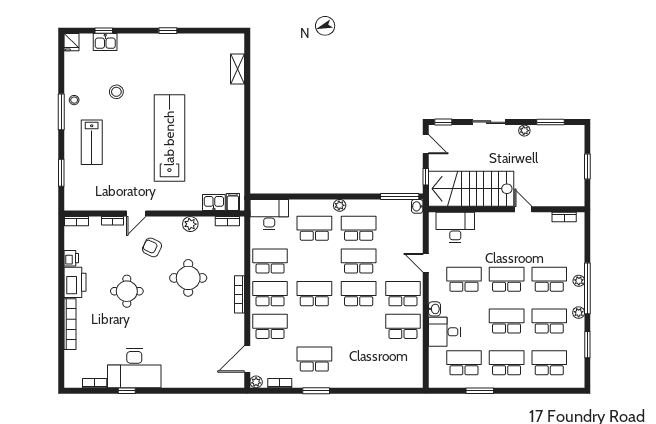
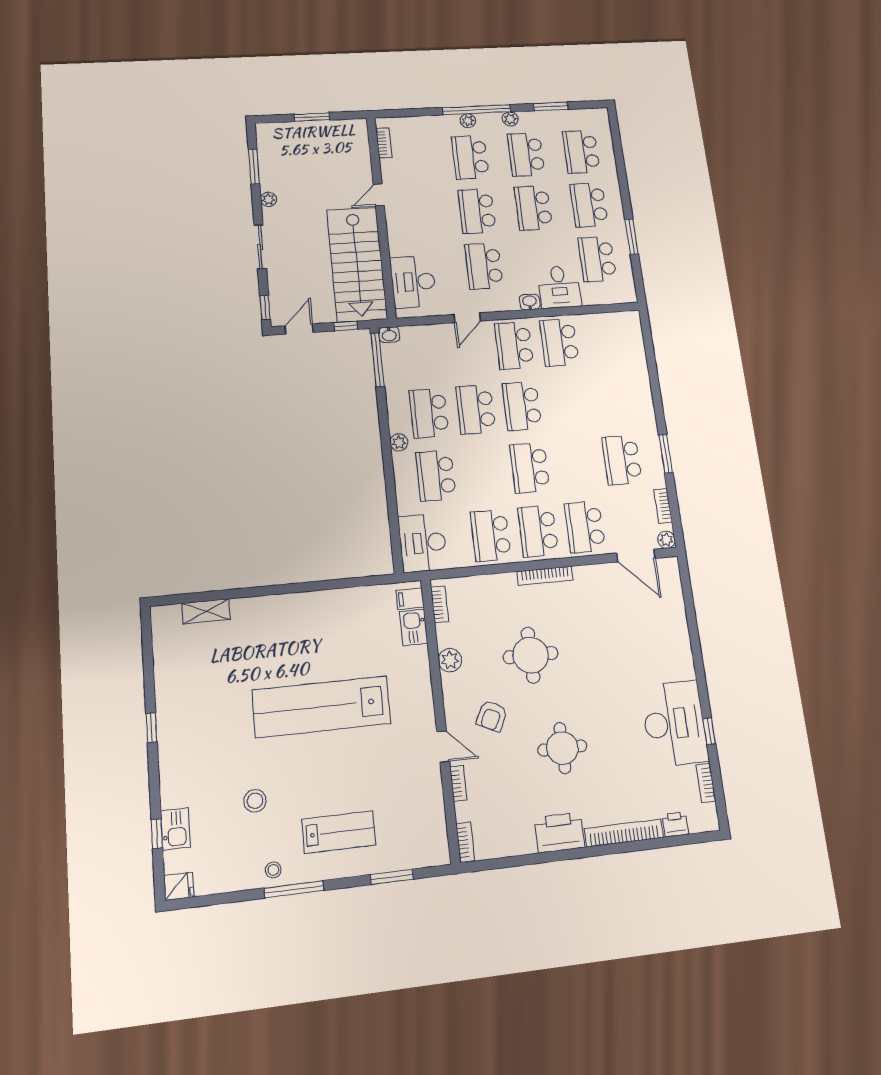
printer: (71, 258) -> (675, 824), moved

